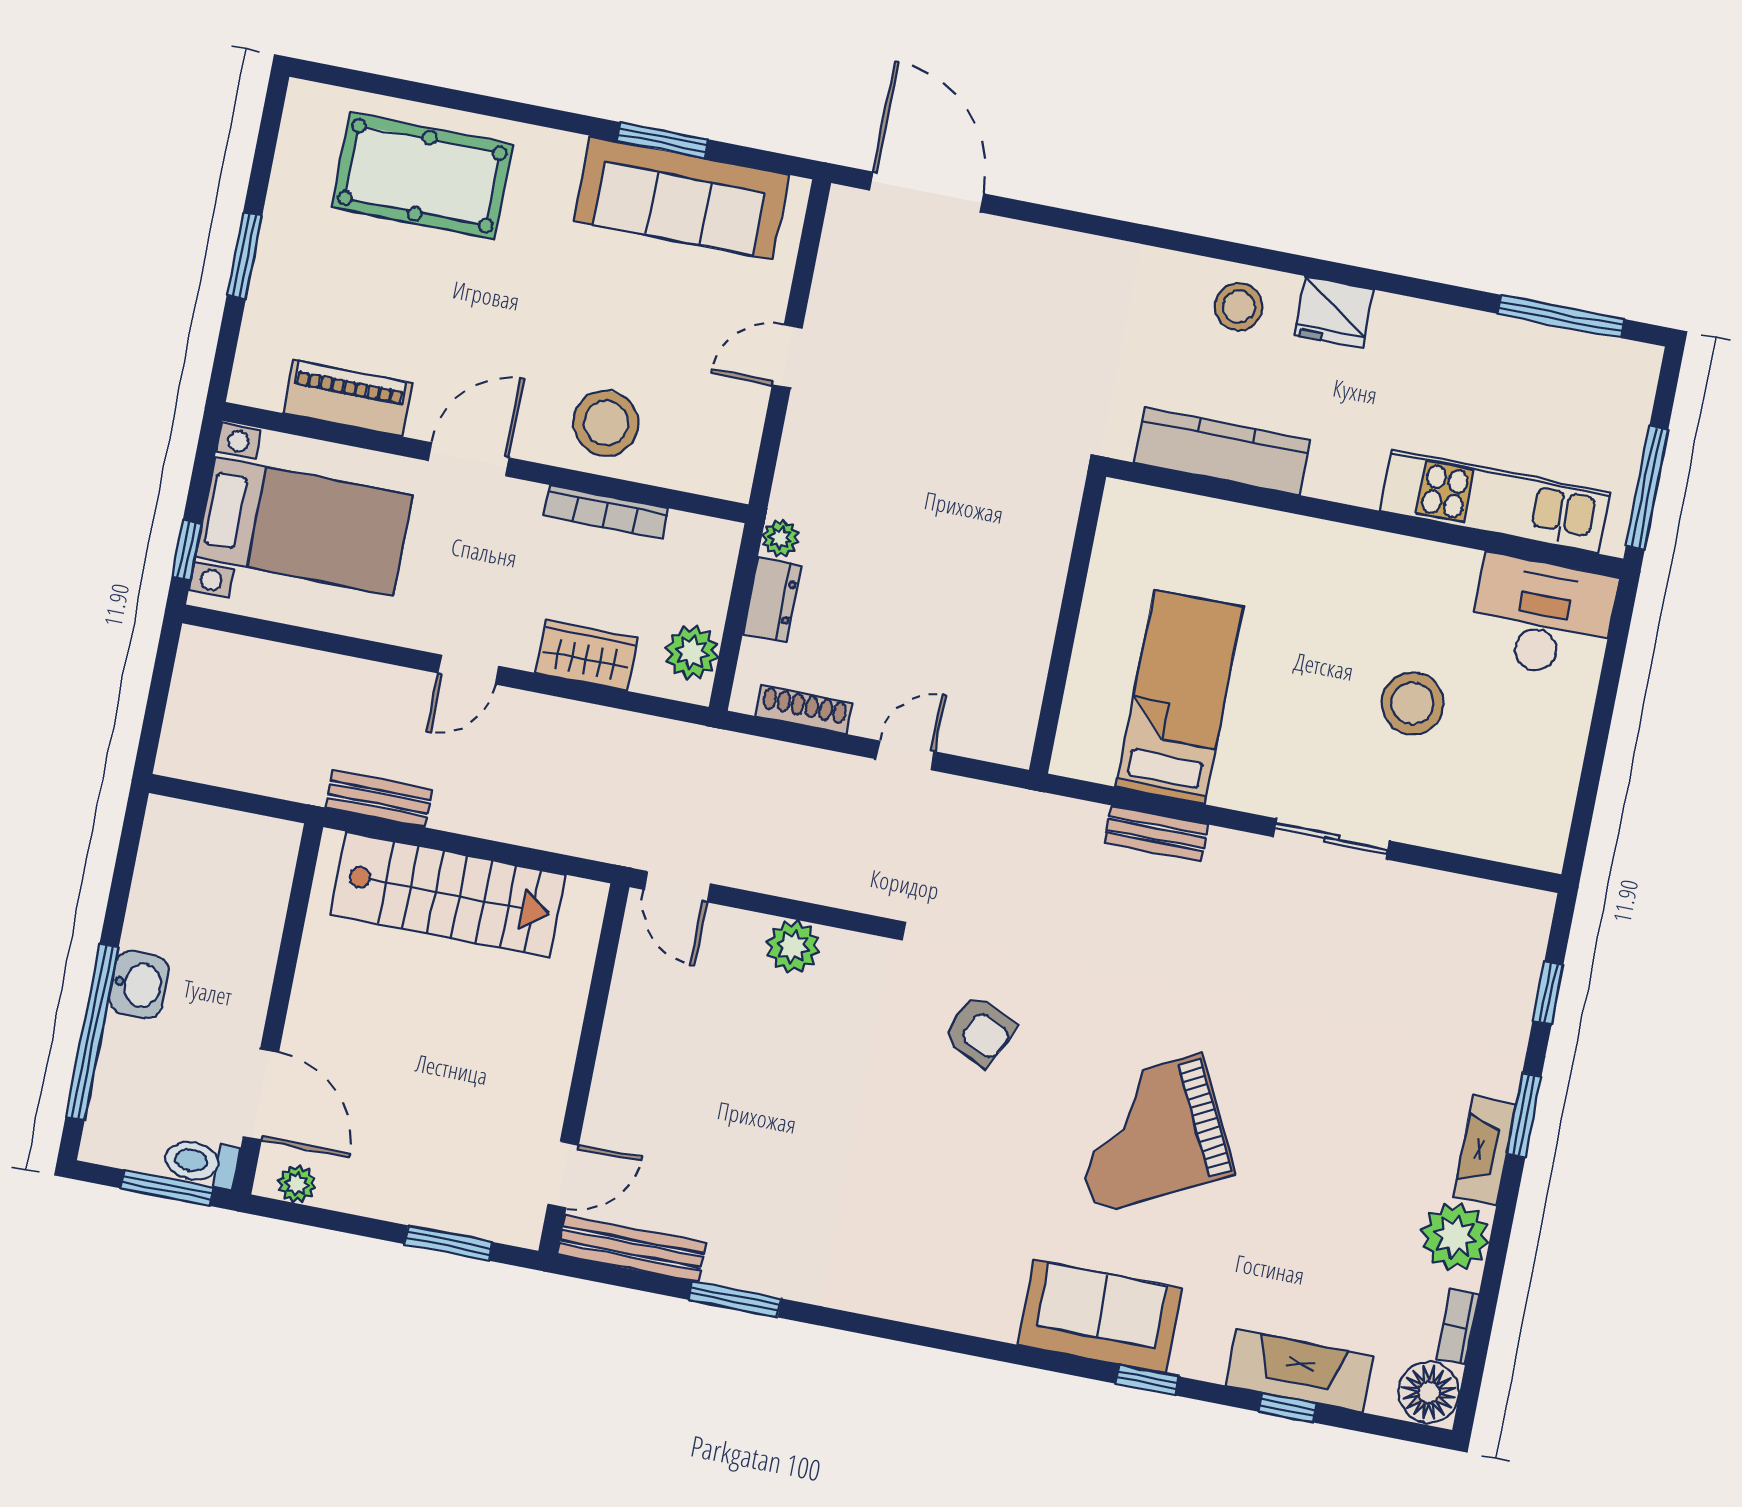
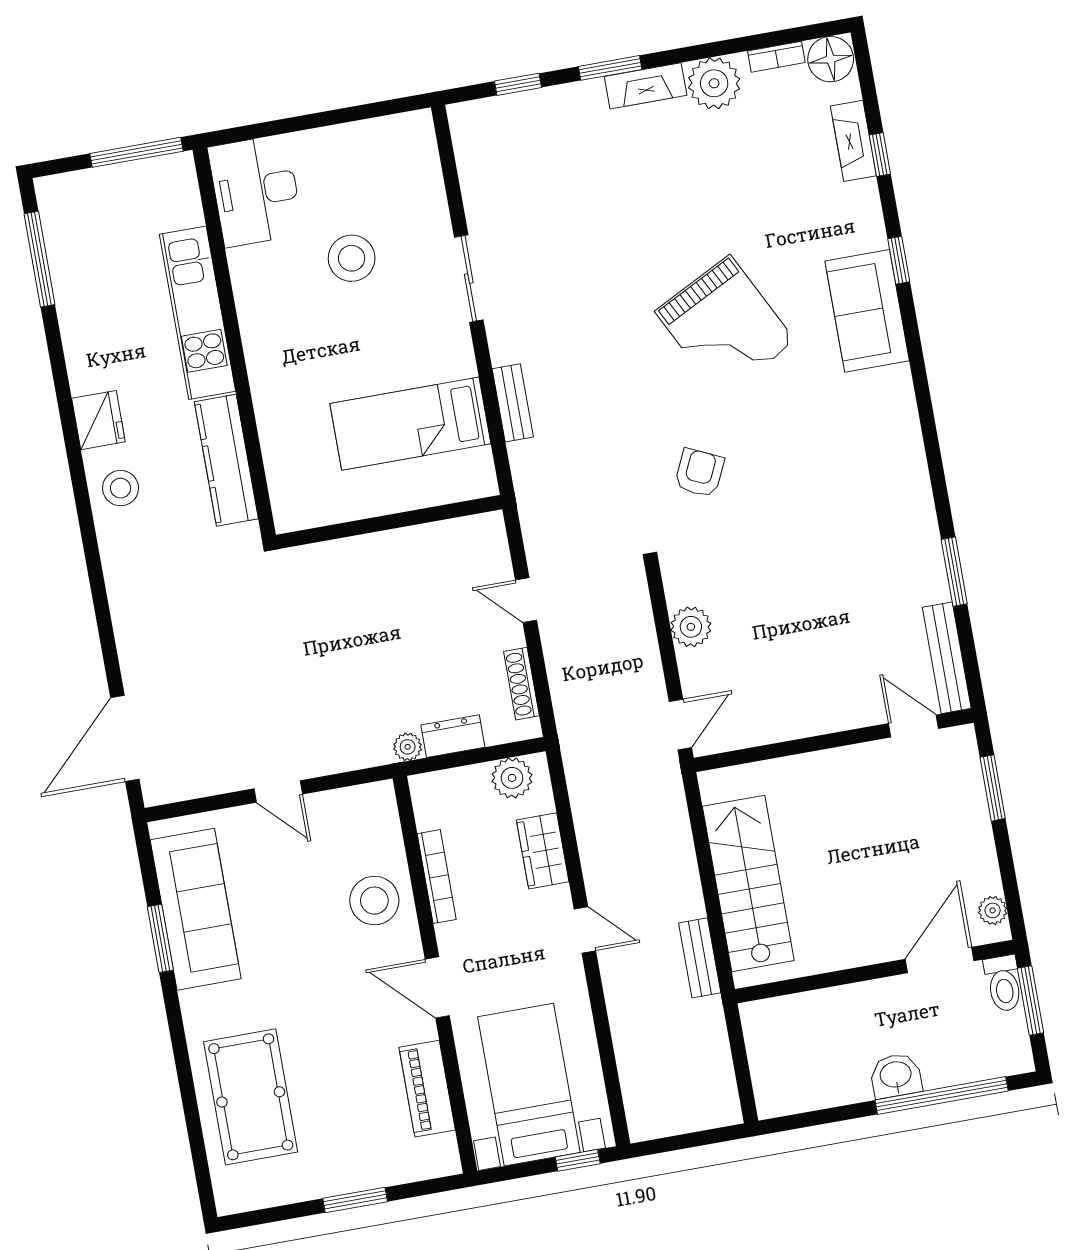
kitchen unit: (1495, 501) -> (198, 313), moved
fireplace: (1300, 1371) -> (853, 141), width x0.73, depth x0.76

